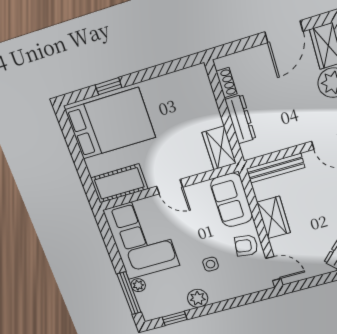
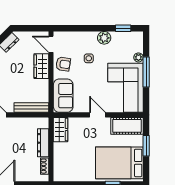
window: (79, 162) -> (146, 146), added
wardrobe: (274, 217) -> (41, 66), moved
window: (129, 293) -> (146, 72), moved

